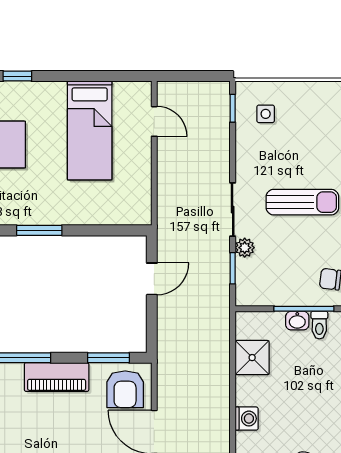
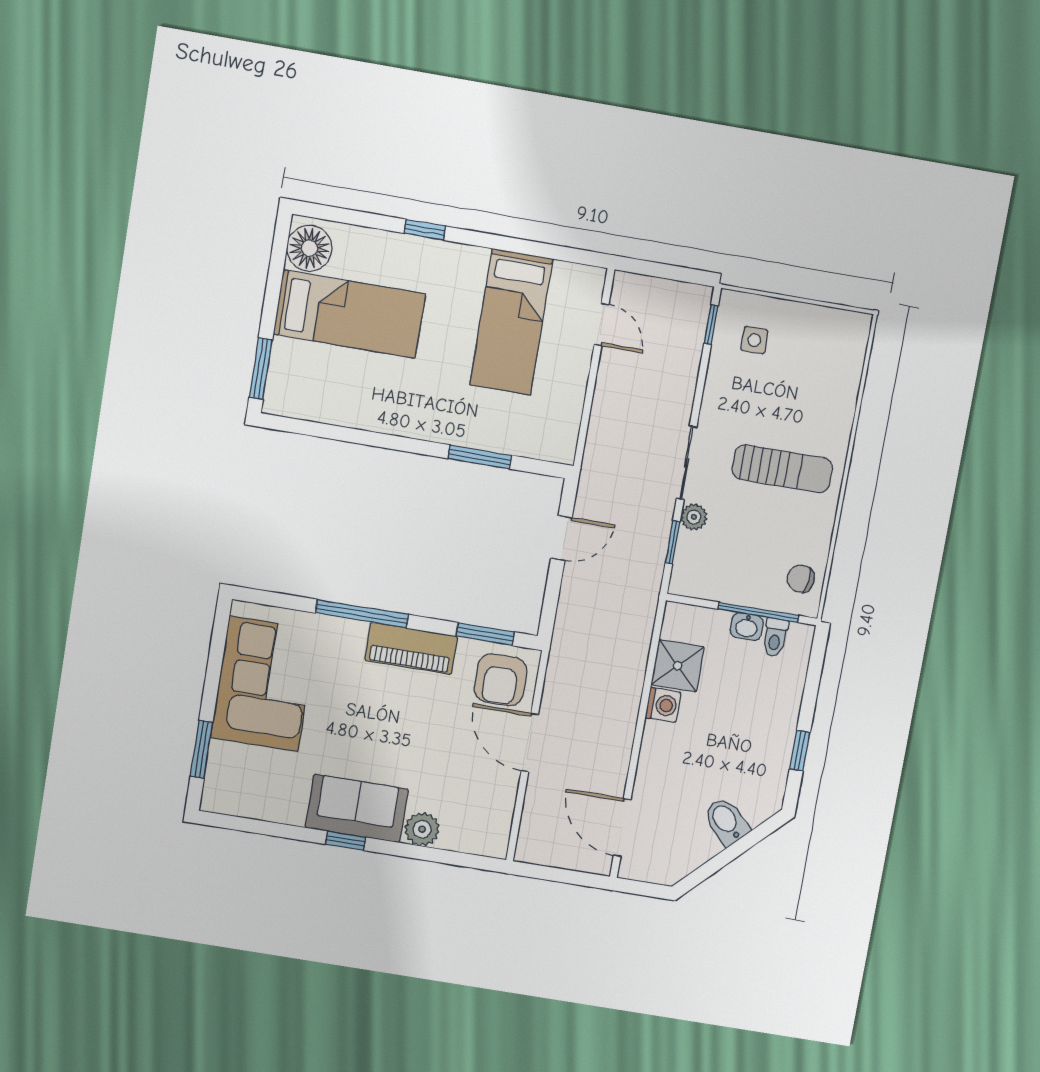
window: (39, 230) -> (480, 457), moved
washing machine: (247, 419) -> (663, 705), moved

